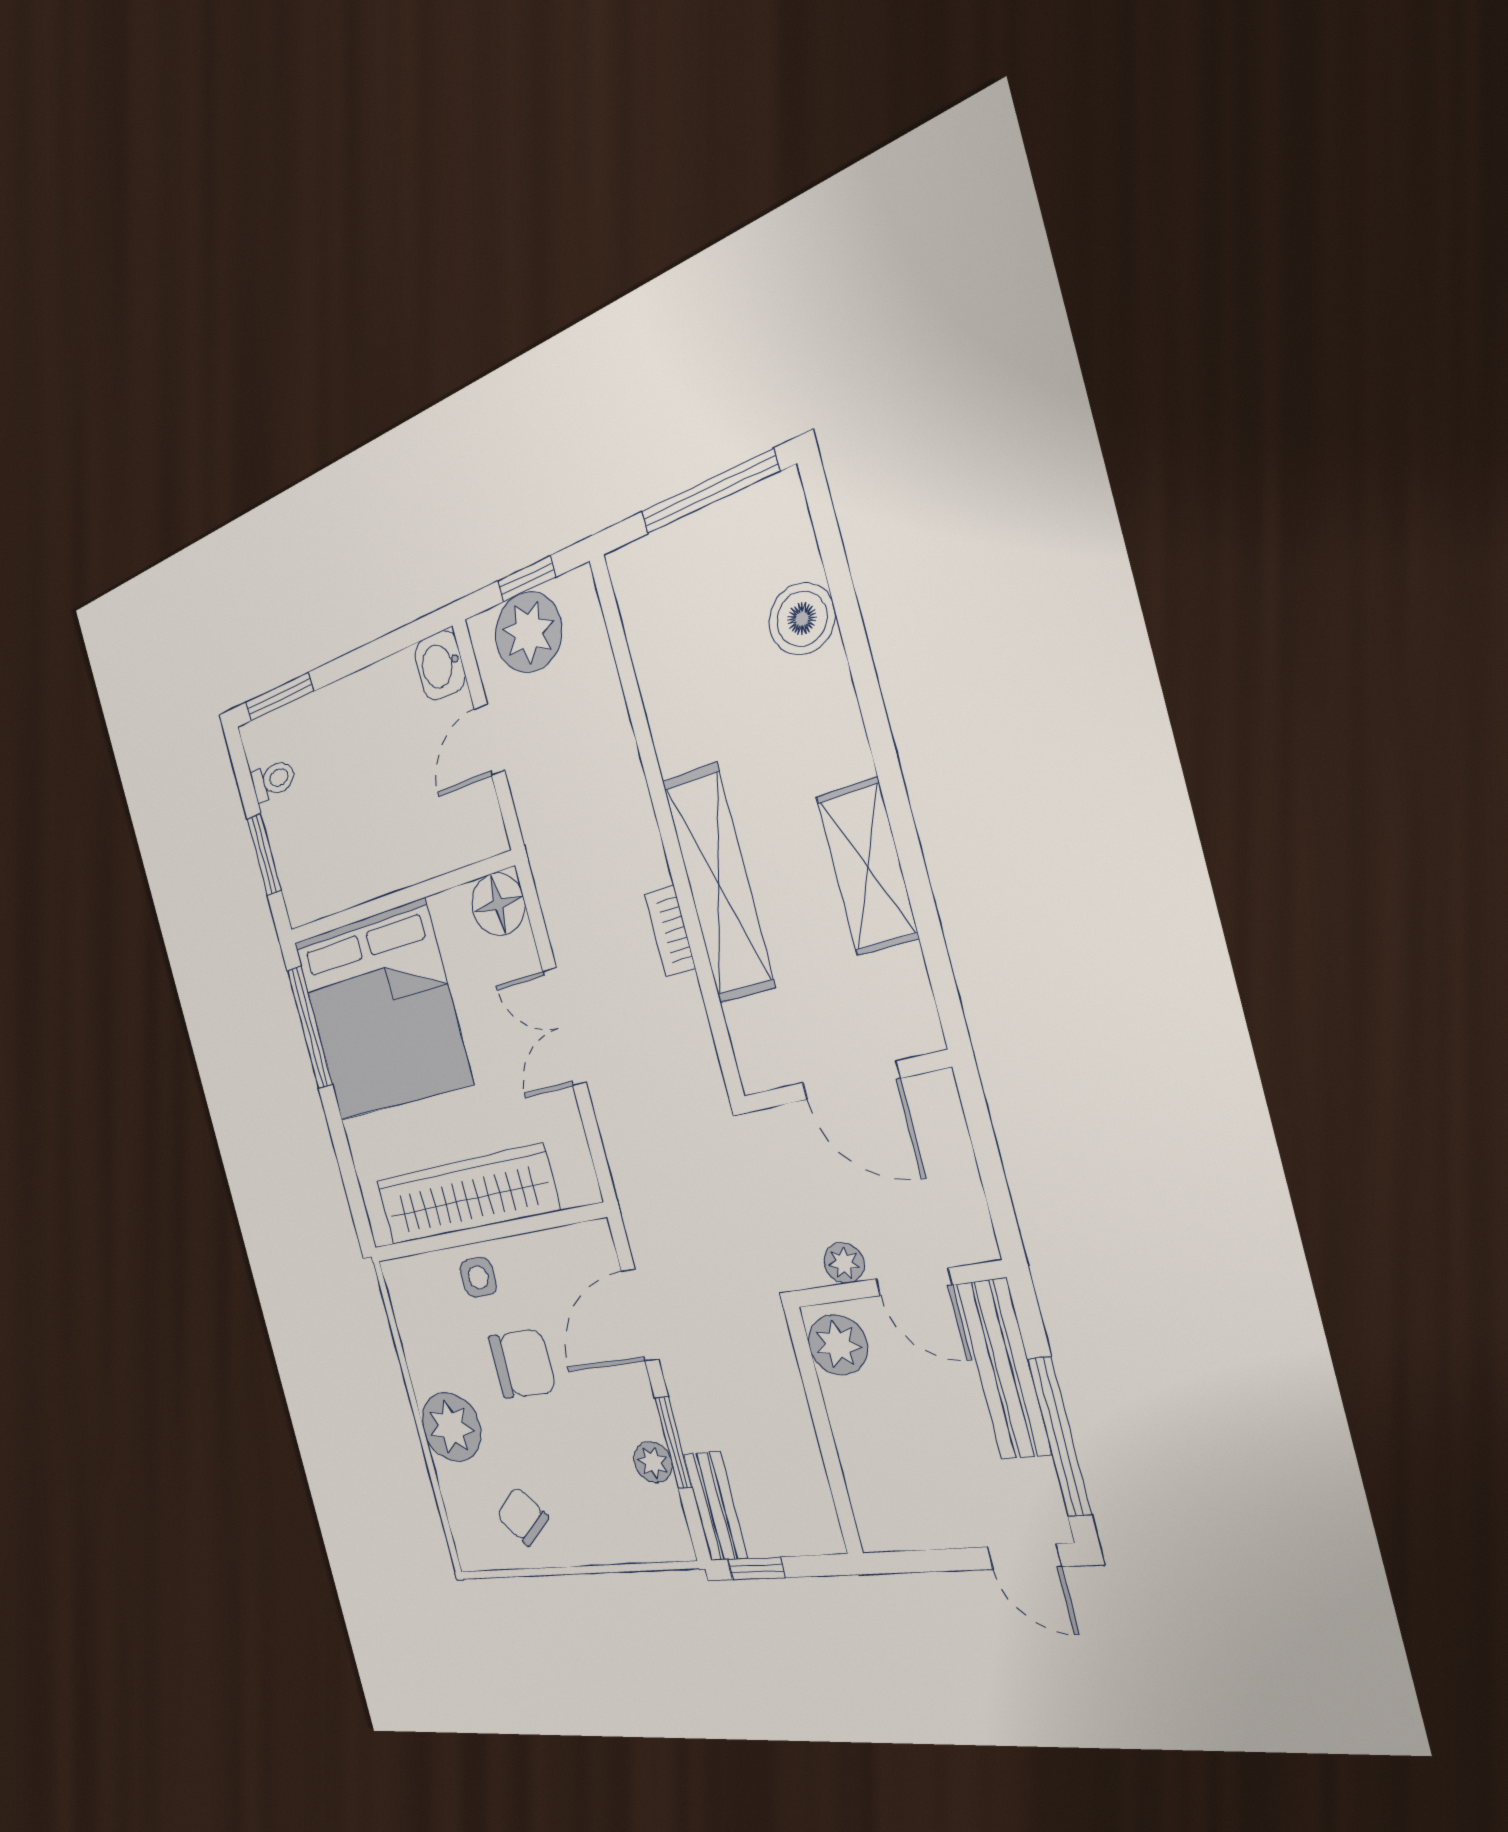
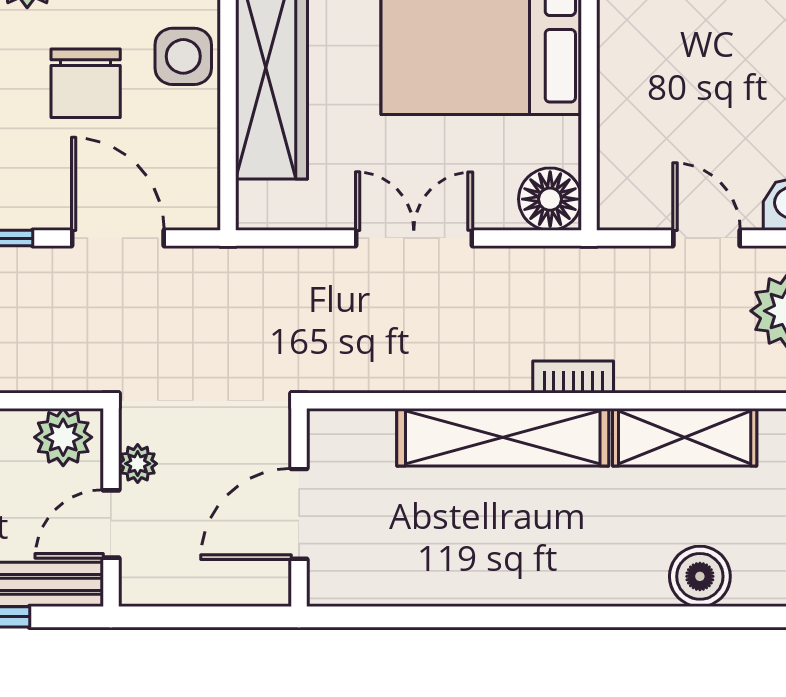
shelving: (868, 867) -> (685, 437), moved
bookcase: (670, 931) -> (573, 377), moved
side table: (478, 1277) -> (183, 56), width x1.37, depth x1.37

